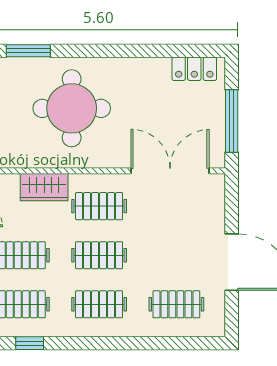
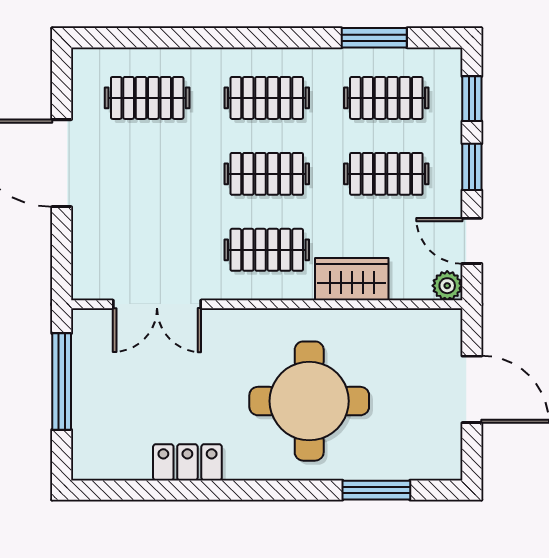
locker: (194, 69) -> (187, 462), moved
double door: (170, 171) -> (157, 304), width x0.73
window: (30, 343) -> (374, 38), width x1.50

